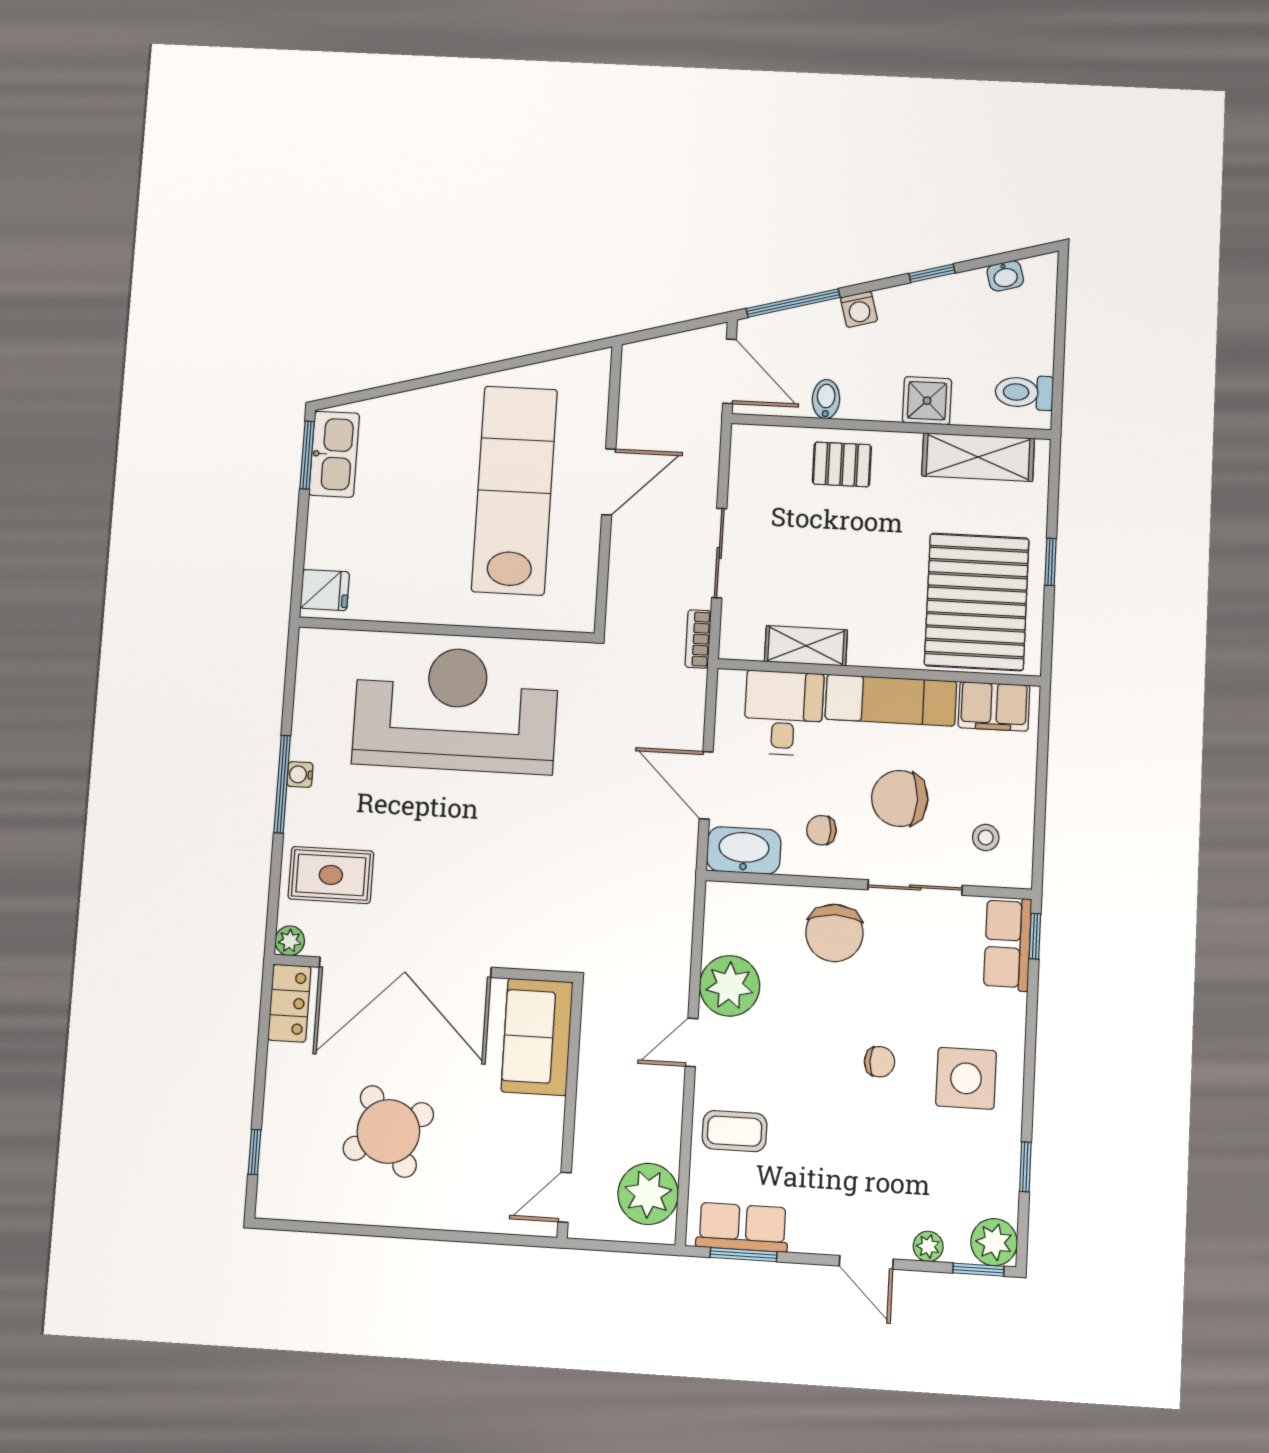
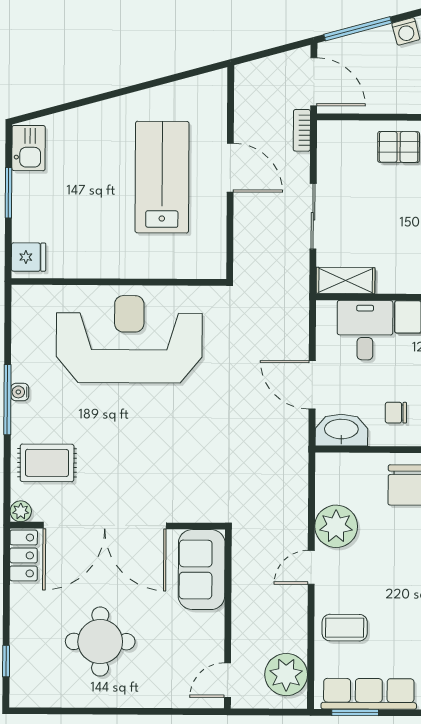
bidet: (826, 399) -> (385, 99), removed
kitchen sink: (334, 454) -> (29, 148), width x0.73
window: (307, 455) -> (9, 193), moved
door: (609, 482) -> (230, 168), hinge flipped
lab bench: (514, 490) -> (162, 177), width x0.73
bookcase: (698, 639) -> (302, 130), moved
shelving: (806, 646) -> (346, 280), moved
round table: (388, 1131) -> (100, 642), turned 30
row of seats: (742, 1227) -> (369, 694), width x1.48

